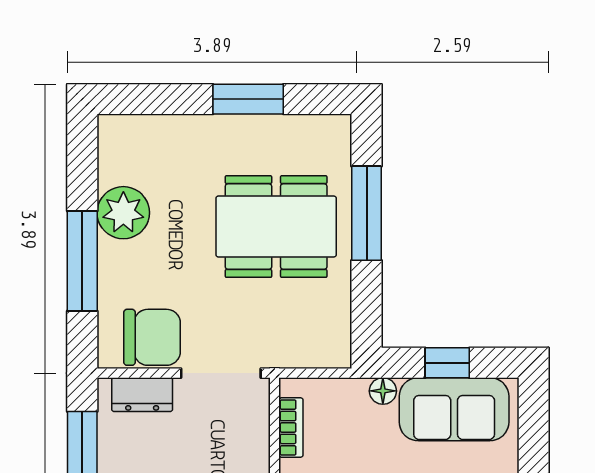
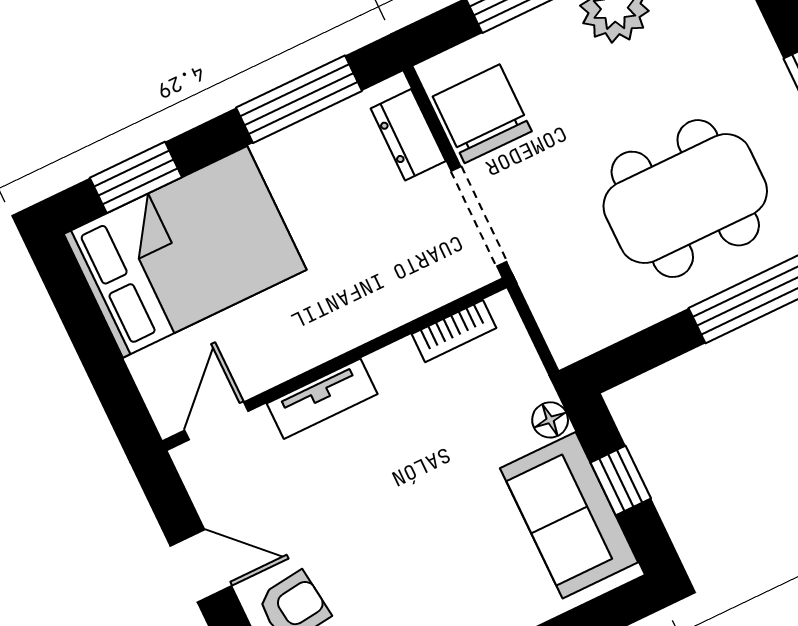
dining table: (276, 227) -> (685, 199), turned 90
chair: (152, 337) -> (482, 114), turned 180

